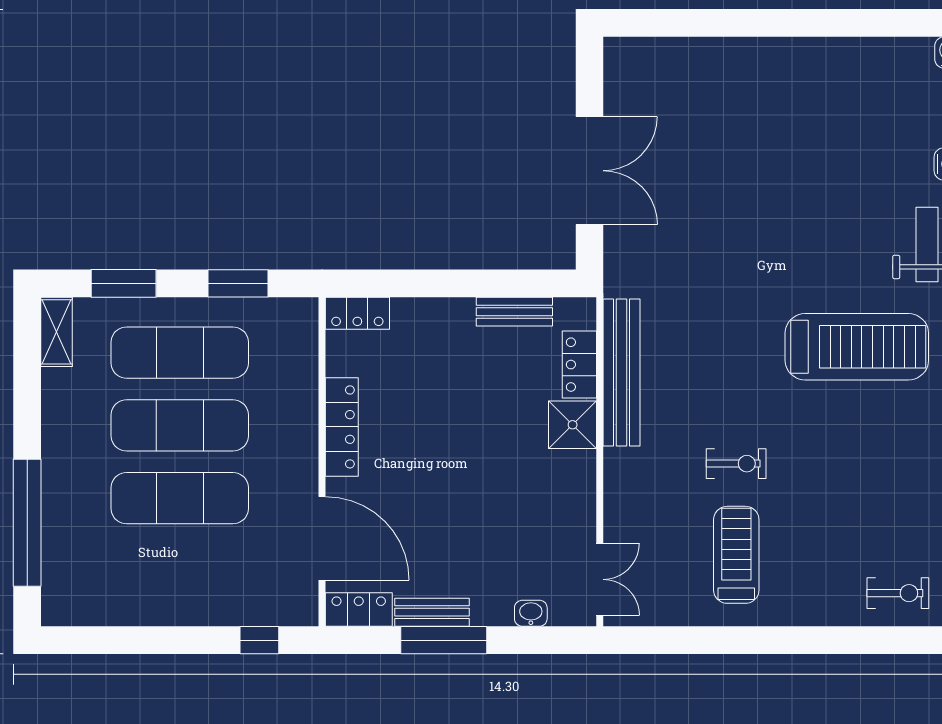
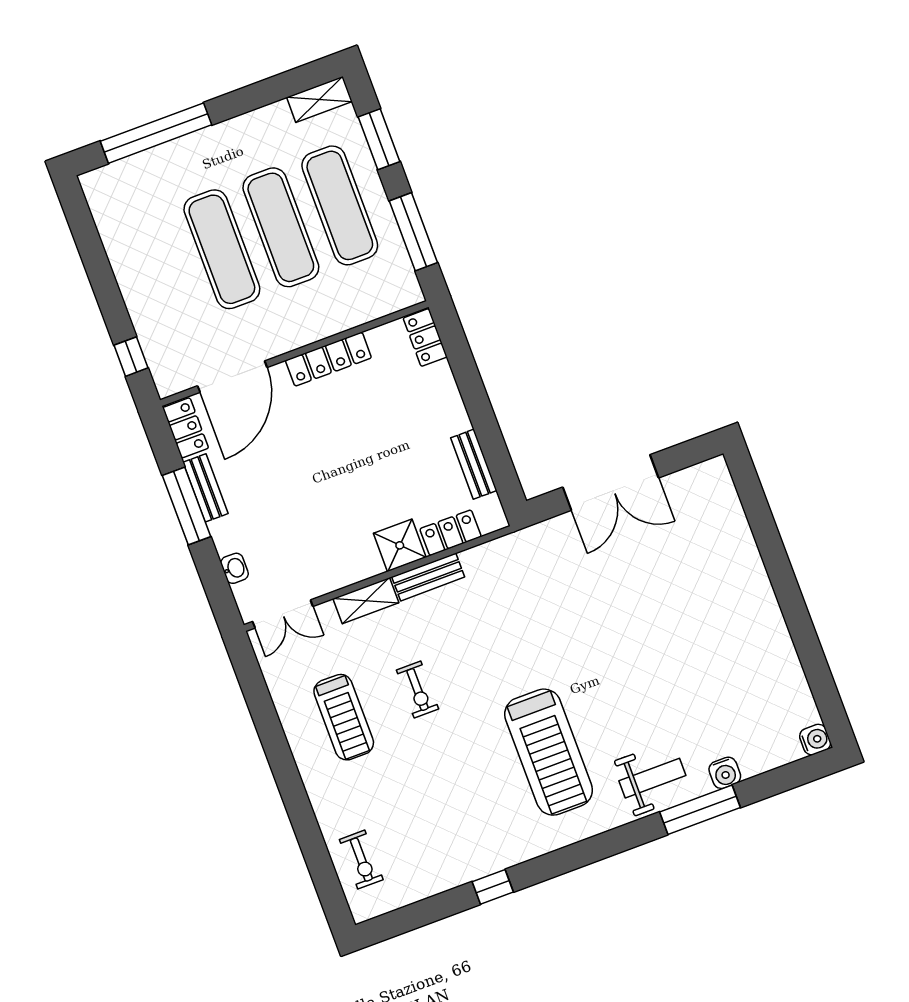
window: (238, 283) -> (413, 232), width x1.44
bench: (622, 372) -> (428, 577), width x0.54, depth x0.82
shelving: (619, 484) -> (366, 601), added
treadmill: (736, 555) -> (344, 717), turned 90

